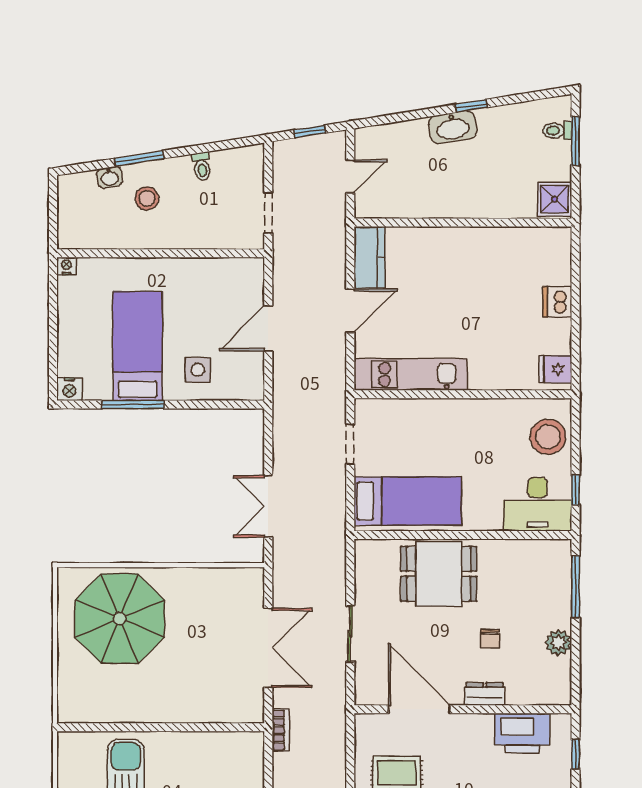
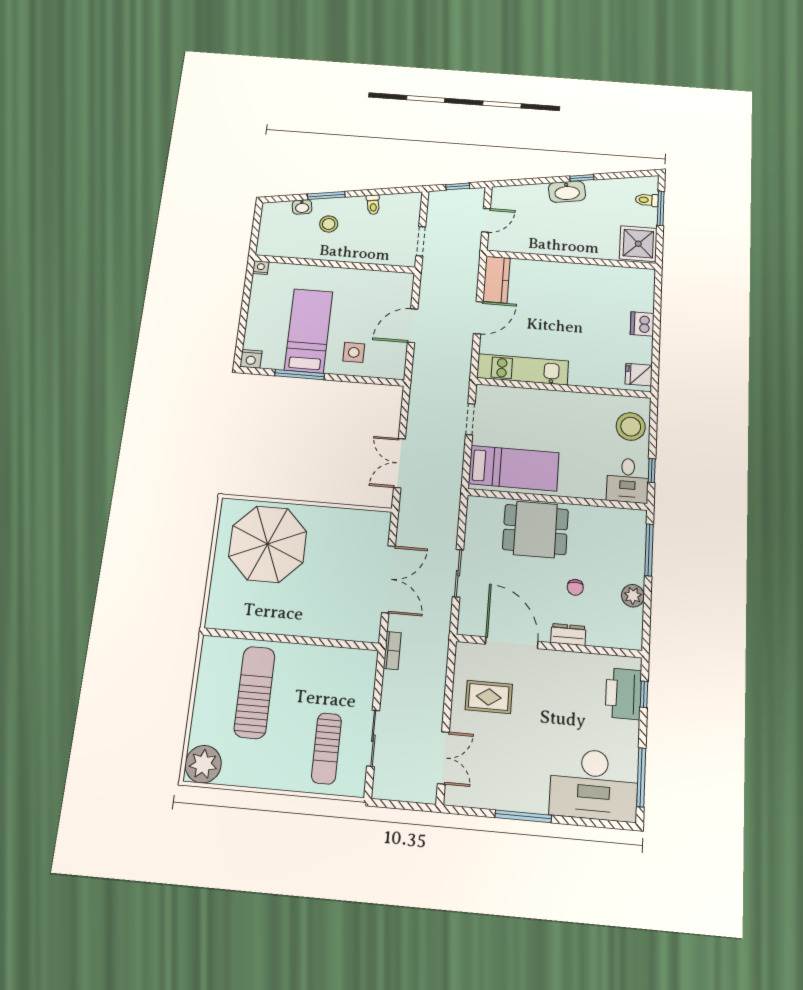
shower: (555, 199) -> (638, 244), width x1.36, depth x1.36
desk: (538, 504) -> (628, 480), width x0.73
printer: (522, 733) -> (623, 694), moved, turned 90

